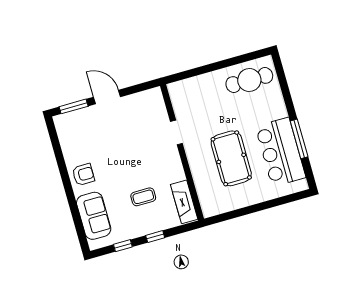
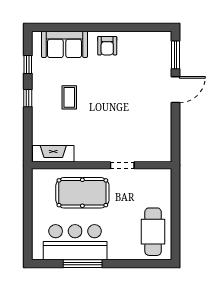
doorway: (176, 133) -> (122, 165), moved
wall: (182, 152) -> (102, 165), moved
fireplace: (184, 202) -> (53, 154), moved

